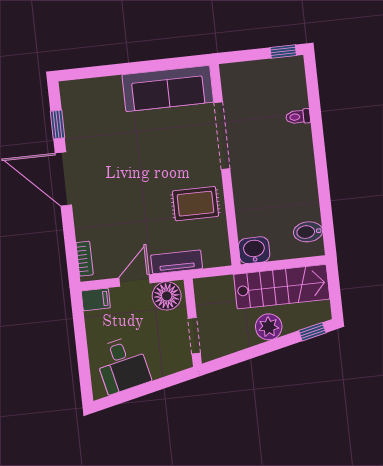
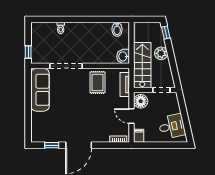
window: (283, 51) -> (28, 52), moved
tv unit: (177, 262) -> (125, 85), moved
stairs: (282, 287) -> (142, 65), moved

